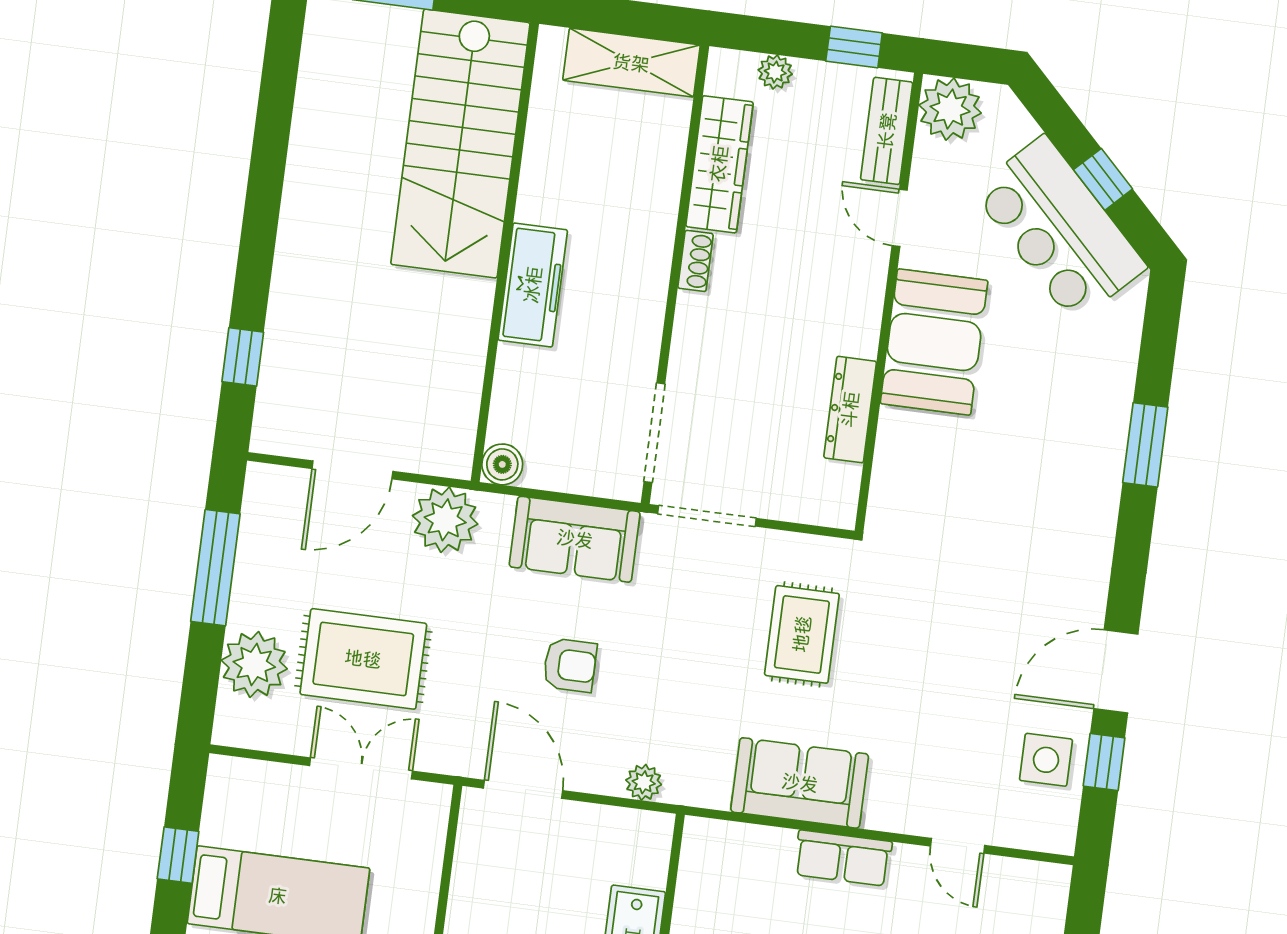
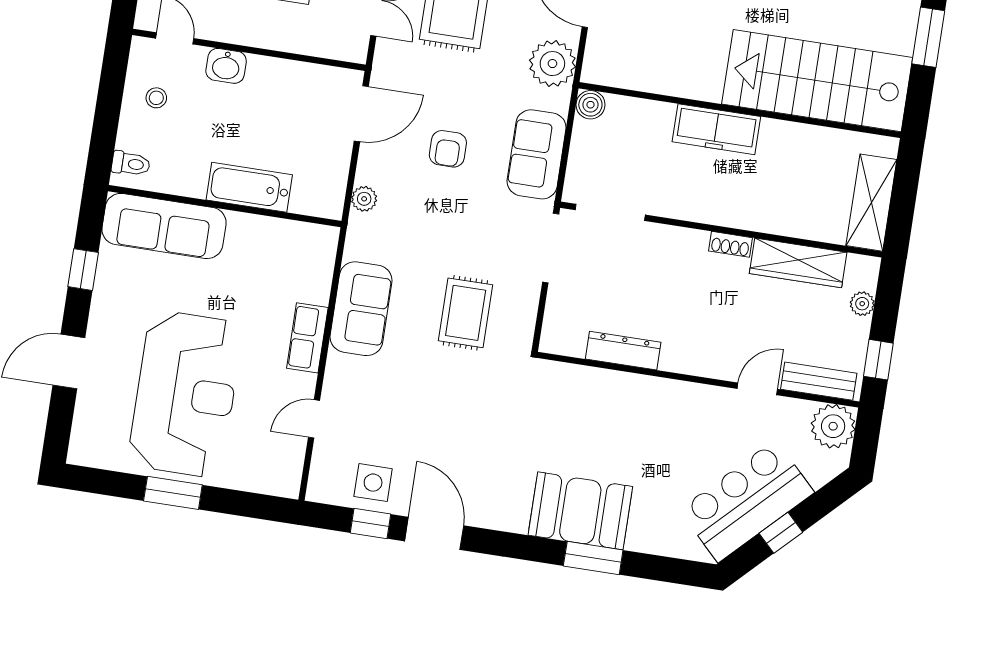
booth: (934, 342) -> (580, 511), moved
rug: (802, 634) -> (466, 313), turned 90

